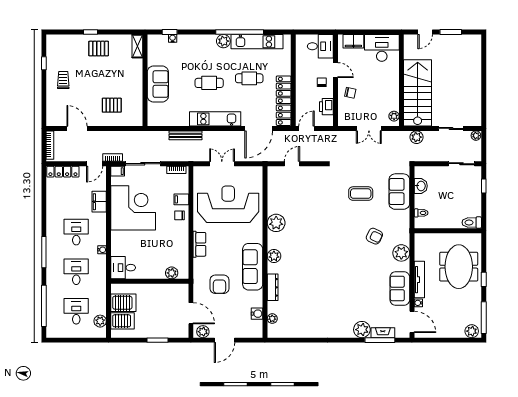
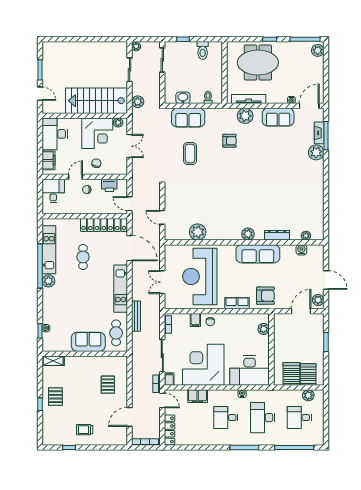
cafe table: (209, 83) -> (116, 333), moved
corner desk: (382, 94) -> (97, 133), added
plant: (276, 223) -> (198, 232), moved
toilet: (472, 223) -> (203, 50), moved
armchair: (374, 236) -> (229, 141), turned 64
desk: (123, 268) -> (250, 371), width x1.87, depth x1.30
desk: (76, 272) -> (263, 418), width x1.37
tv unit: (419, 280) -> (249, 99), moved
armchair: (219, 284) -> (265, 296), moved

